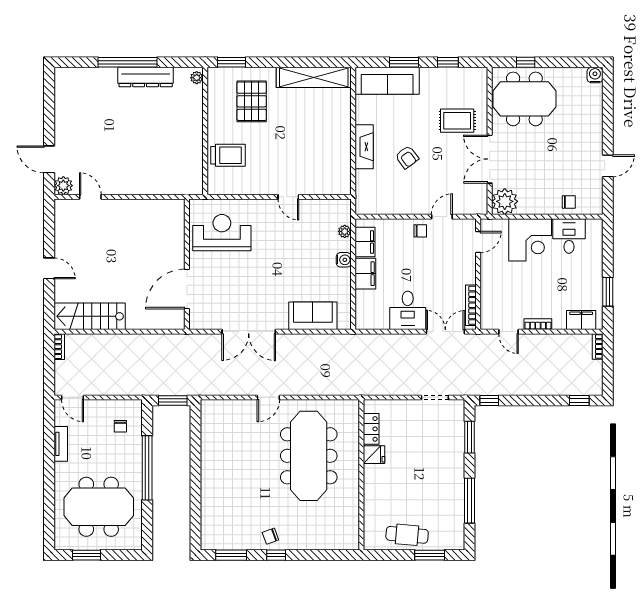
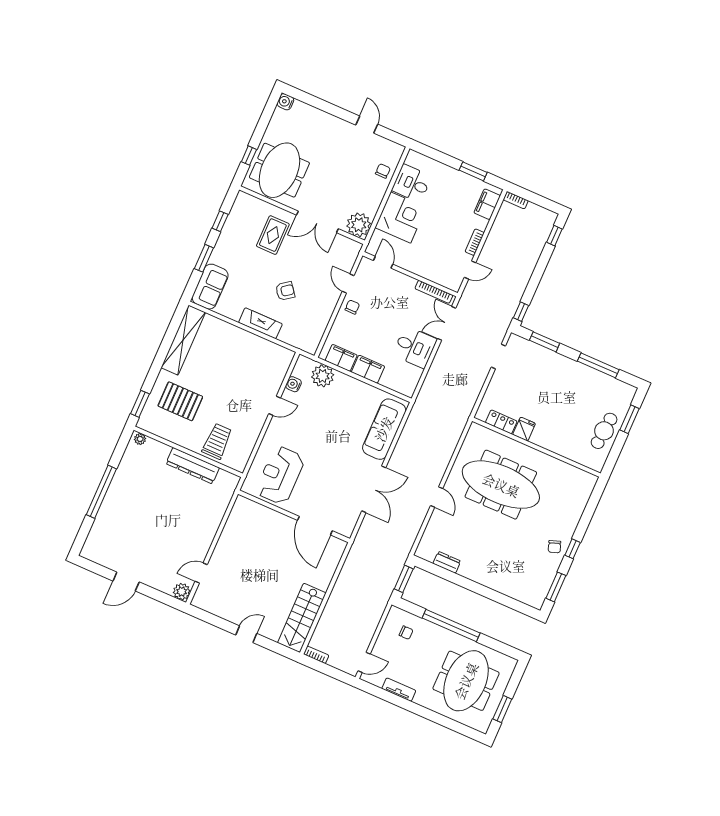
dresser: (146, 77) -> (193, 466), moved, turned 90
sofa: (387, 81) -> (210, 287), width x0.73
door: (49, 159) -> (126, 582), moved
plant: (345, 231) -> (323, 376), width x1.88, depth x1.88
water cooler: (344, 260) -> (293, 384), moved, turned -90
sofa: (313, 316) -> (384, 429), width x1.36
dresser: (208, 436) -> (447, 562), added

